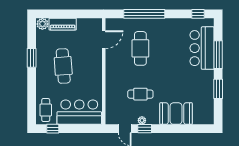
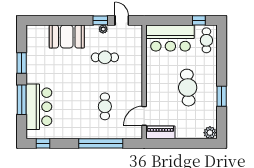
piano: (63, 24) -> (160, 132), moved
cafe table: (140, 48) -> (105, 106), width x0.73, depth x0.74

